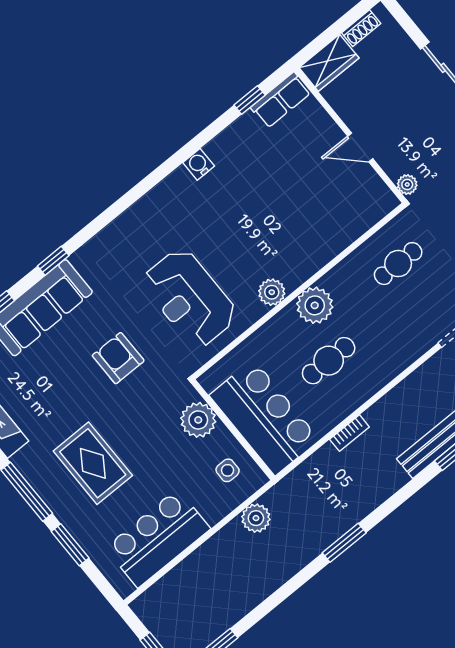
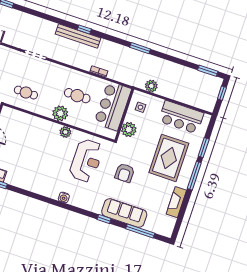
water cooler: (199, 164) -> (64, 197), moved
rug: (93, 463) -> (169, 158), width x1.37, depth x1.44

